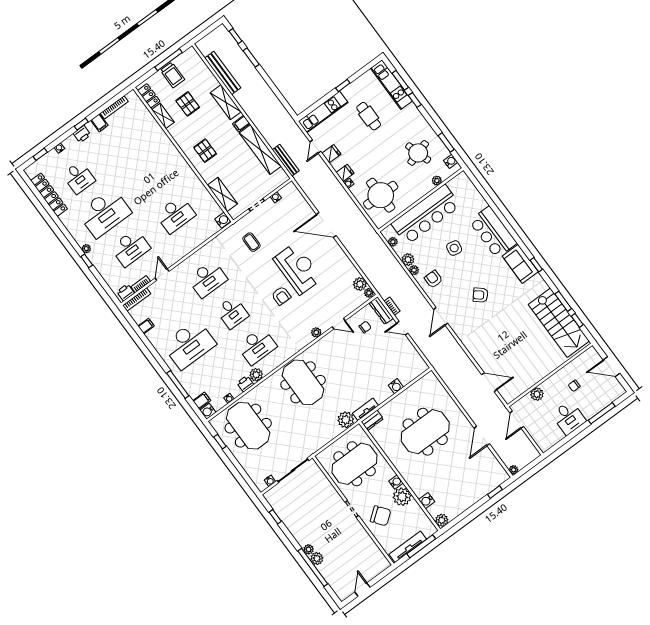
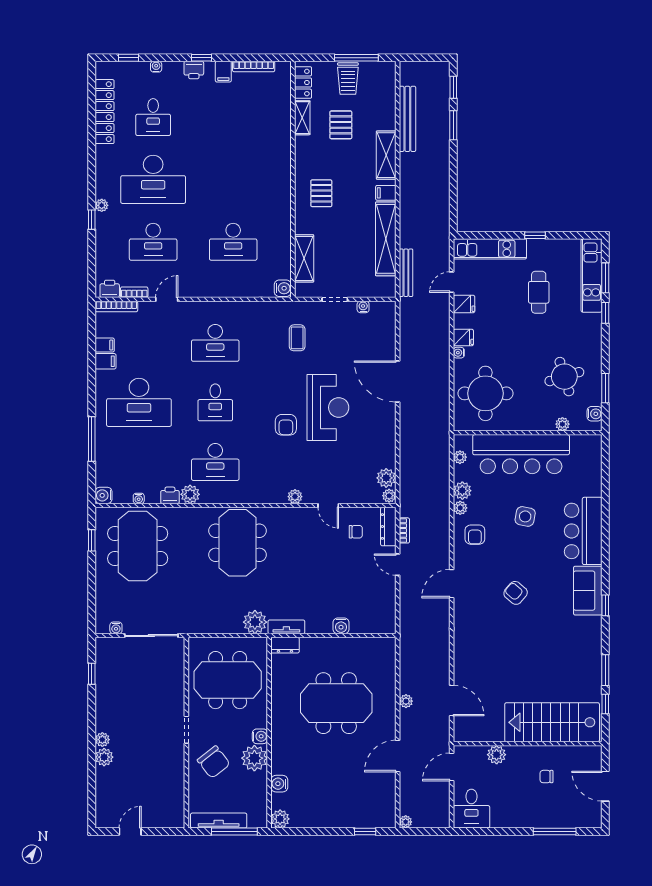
armchair: (433, 279) -> (475, 535), turned 180
stairs: (559, 323) -> (552, 722), moved, turned 90
filing cabinet: (202, 401) -> (106, 361), moved
plant: (464, 402) -> (406, 701), added
desk: (569, 418) -> (471, 809), moved
window: (313, 567) -> (92, 764), removed

